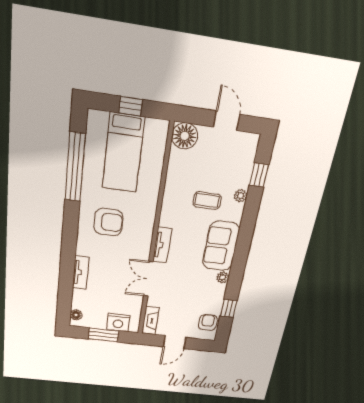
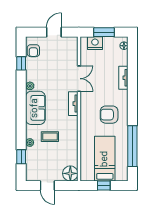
fireplace: (150, 321) -> (73, 47), removed

